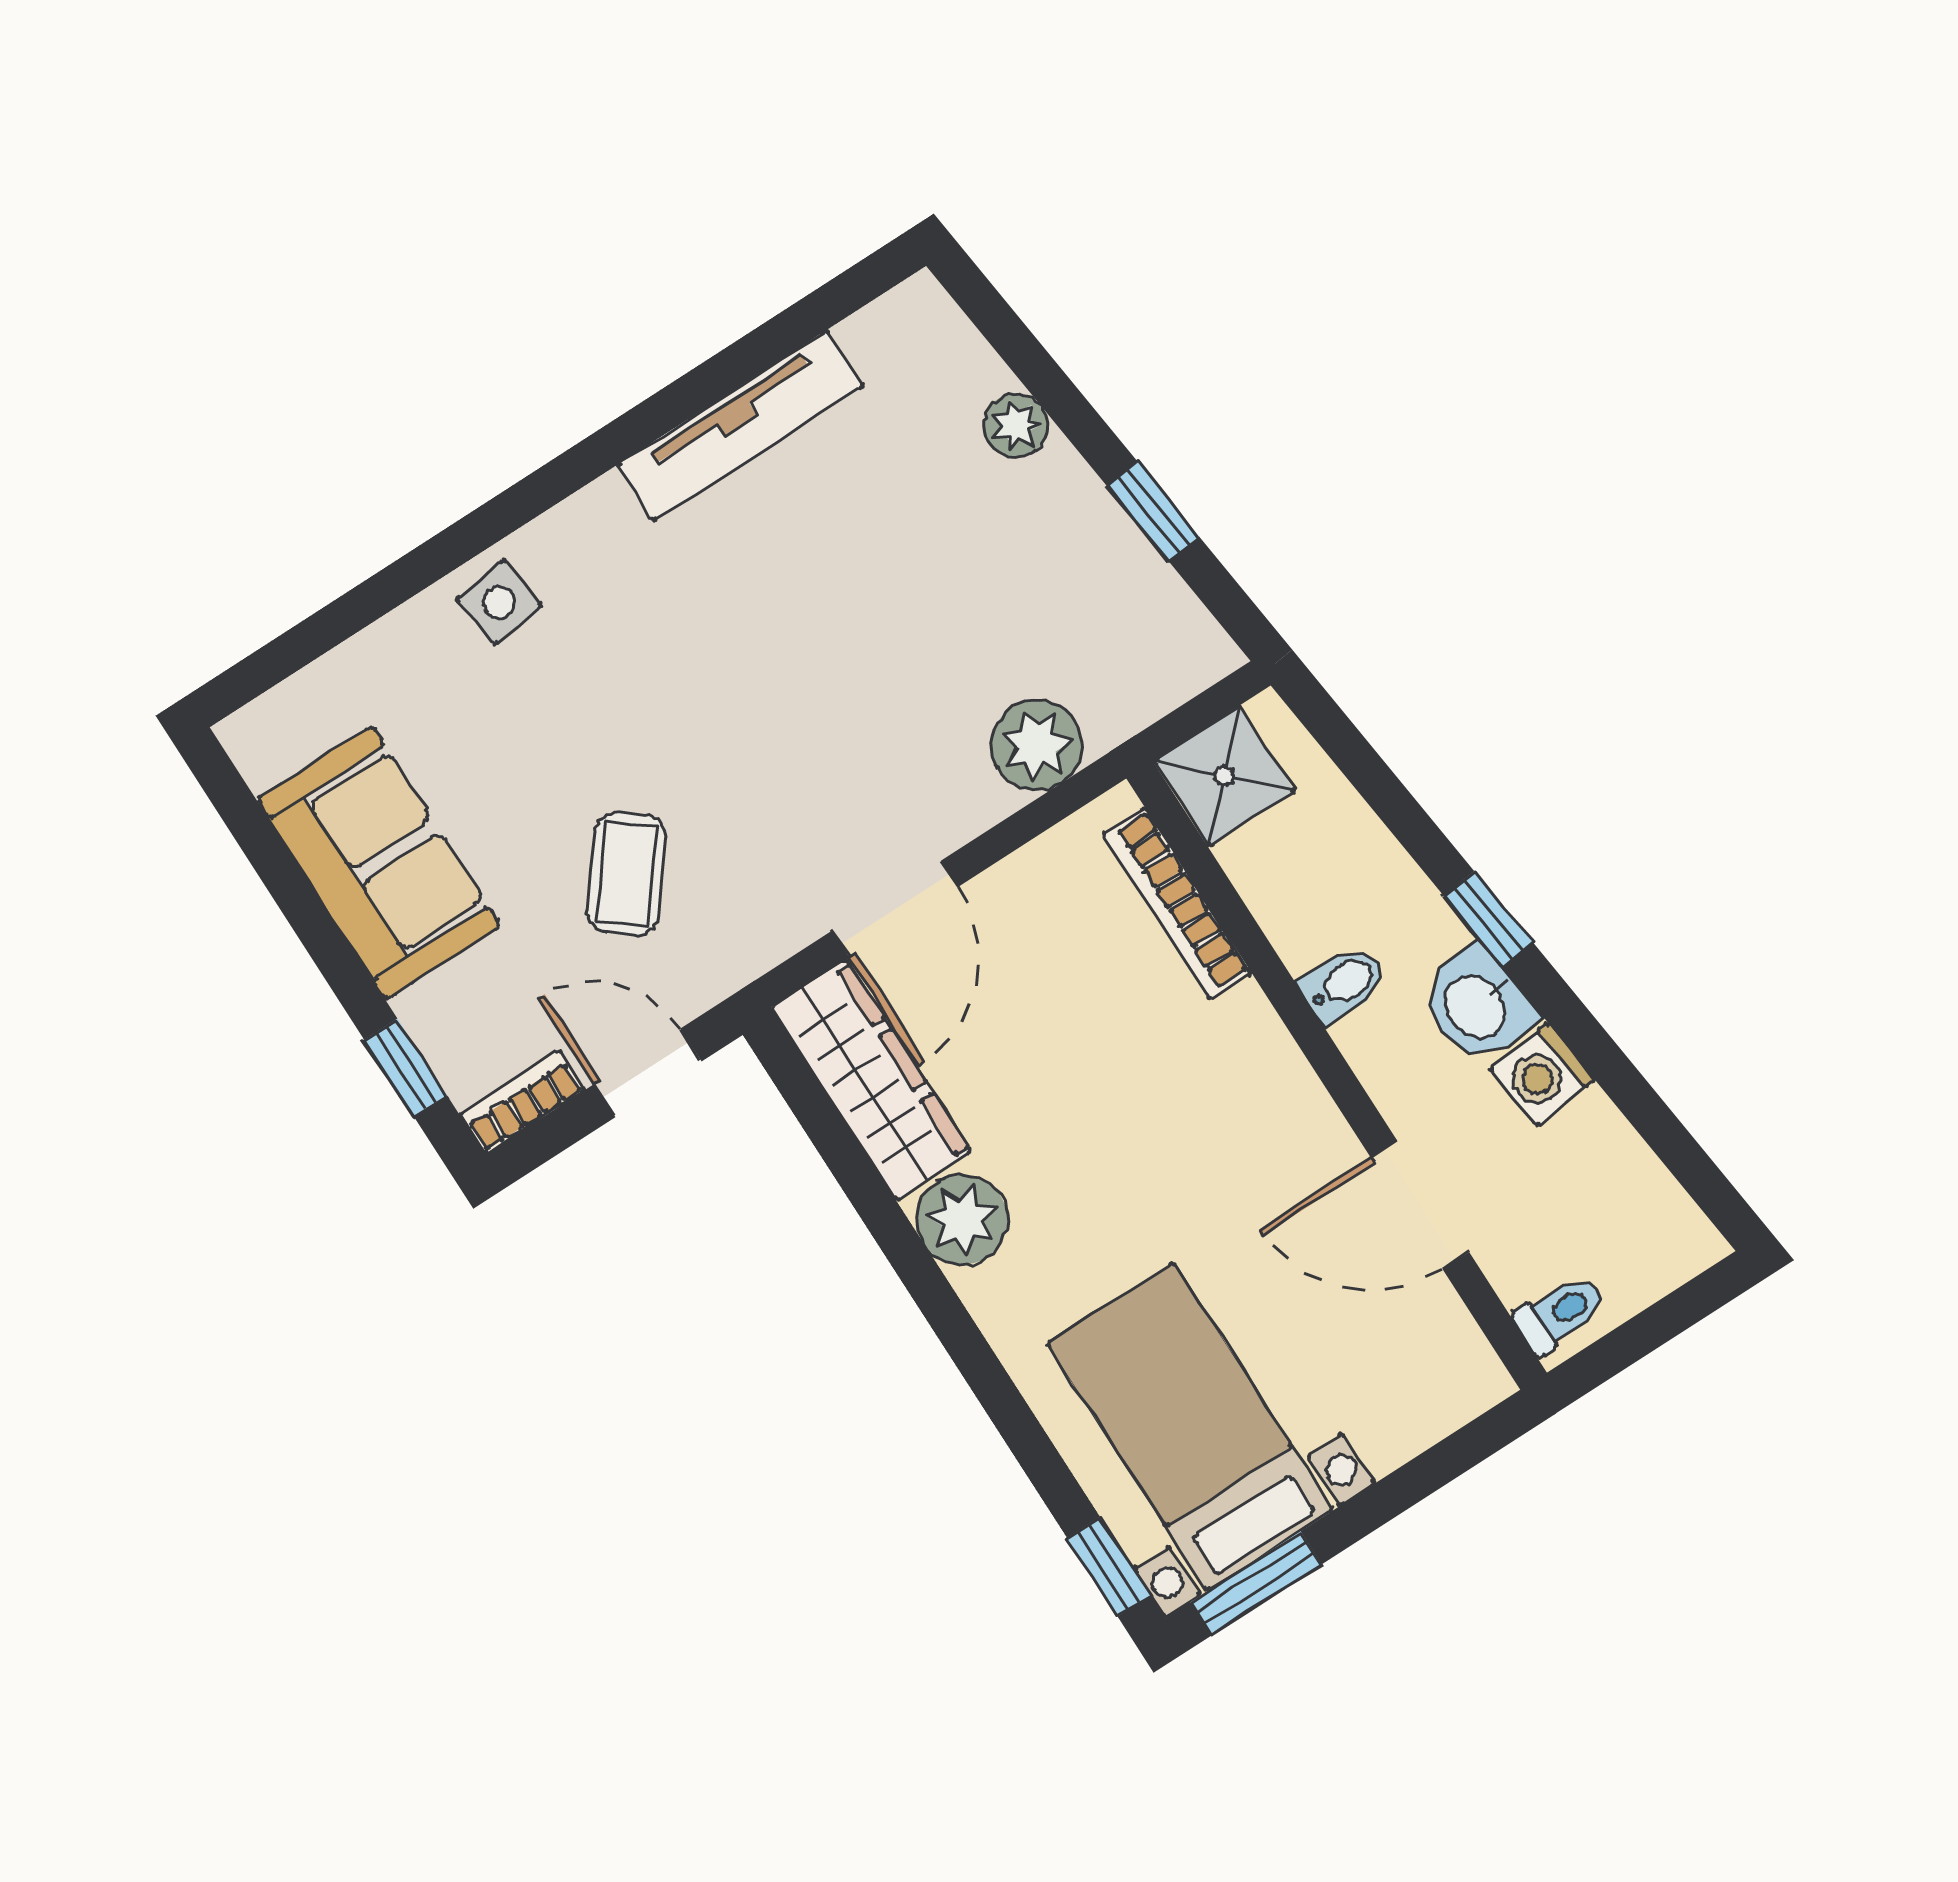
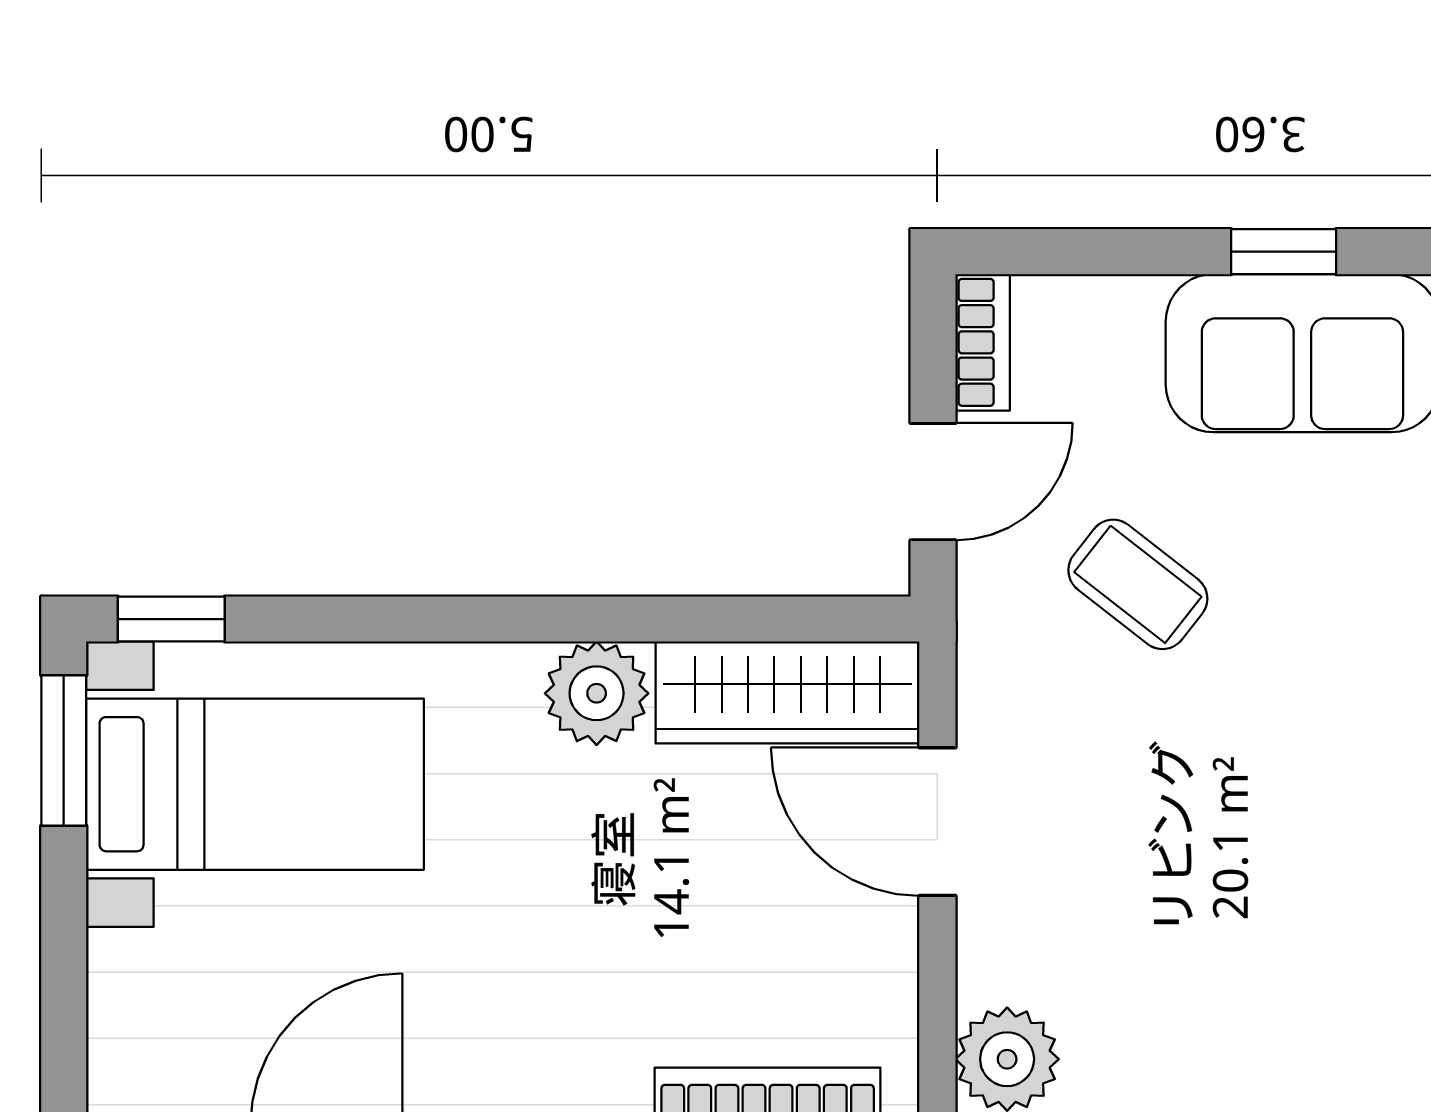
window: (406, 1068) -> (1284, 252), moved

